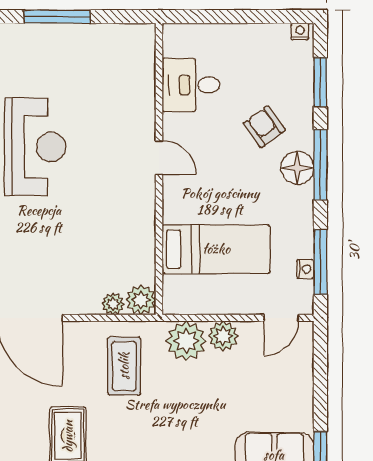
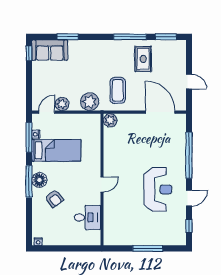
window: (320, 82) -> (29, 219), removed
reception desk: (35, 147) -> (158, 189), turned 180
door: (159, 158) -> (102, 185), swing flipped
bed: (216, 249) -> (56, 150), moved, turned 180
plant: (113, 304) -> (123, 118), removed
plant: (223, 336) -> (62, 104), moved

